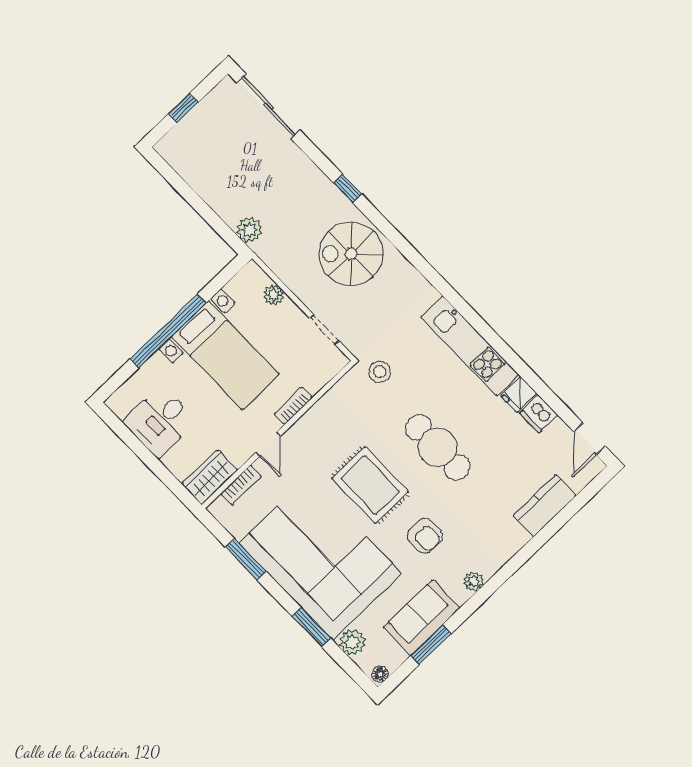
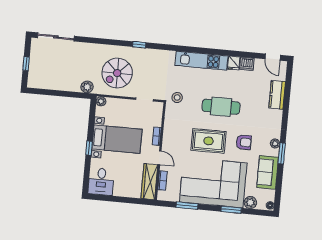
window: (348, 188) -> (139, 45), moved
spiral stairs: (351, 254) -> (117, 73), moved
plant: (274, 295) -> (101, 101), moved
window: (168, 331) -> (89, 148), width x0.32
desk: (160, 421) -> (101, 182), moved
wardrobe: (210, 477) -> (149, 182), width x1.50
window: (431, 645) -> (282, 153), moved

